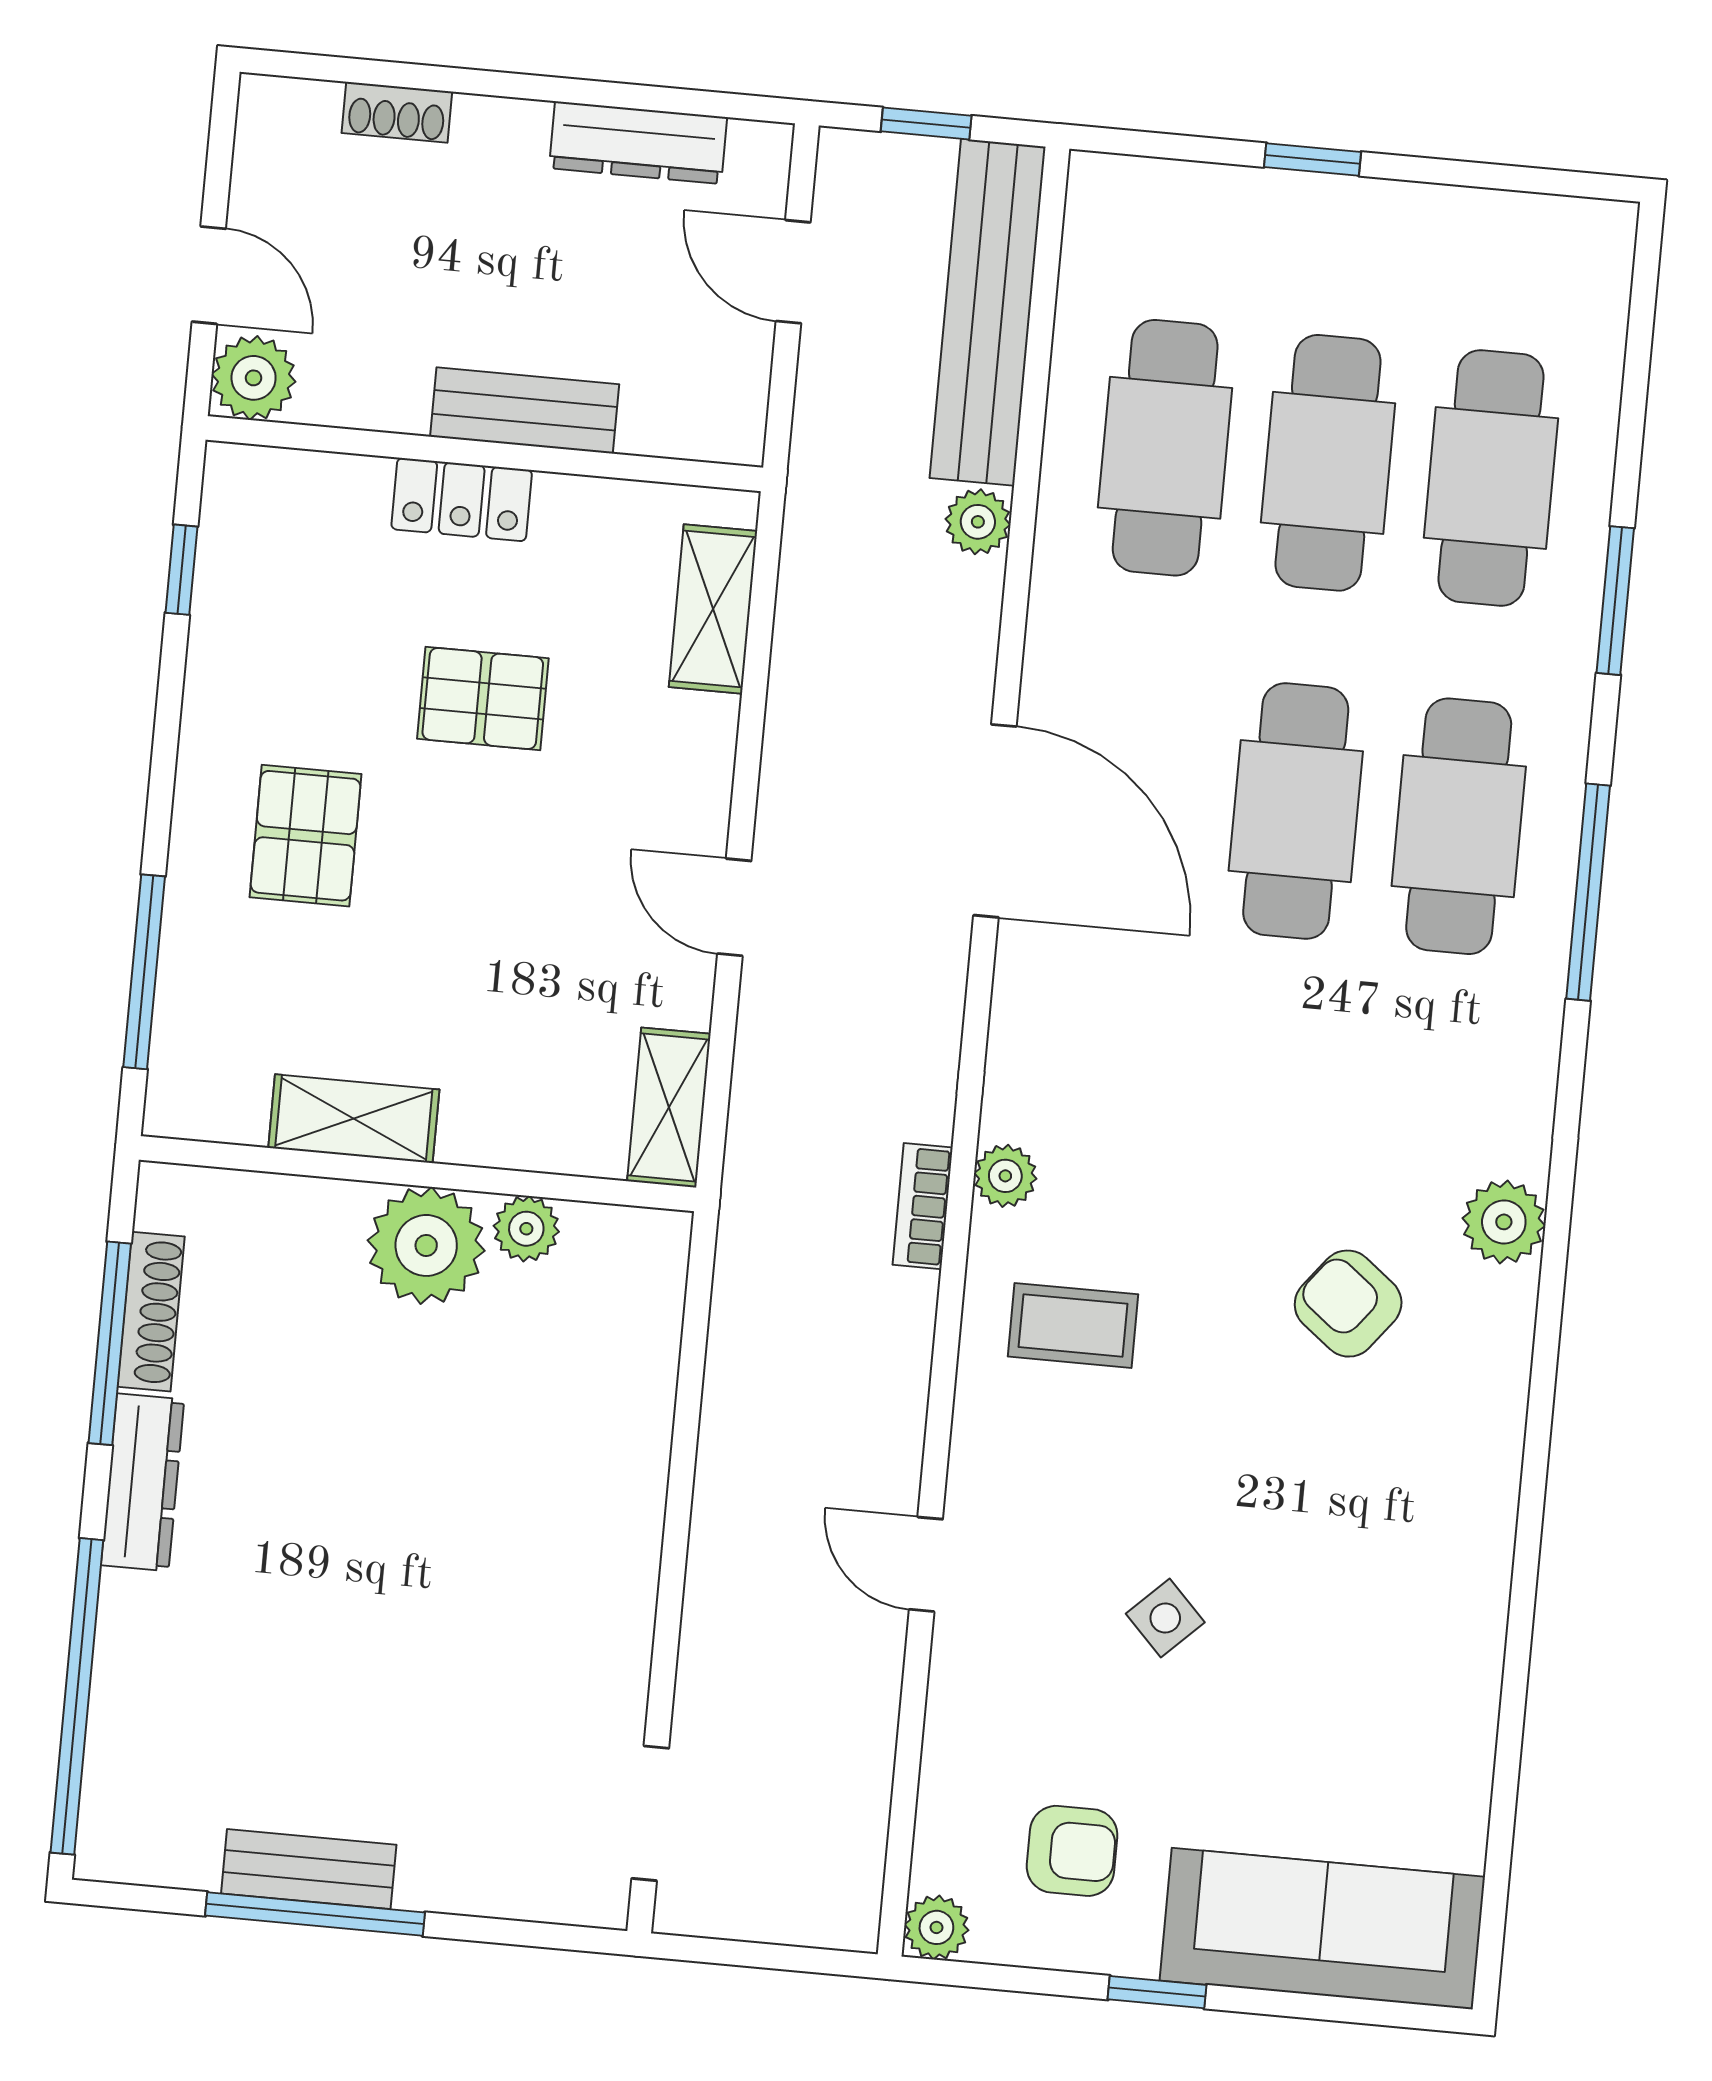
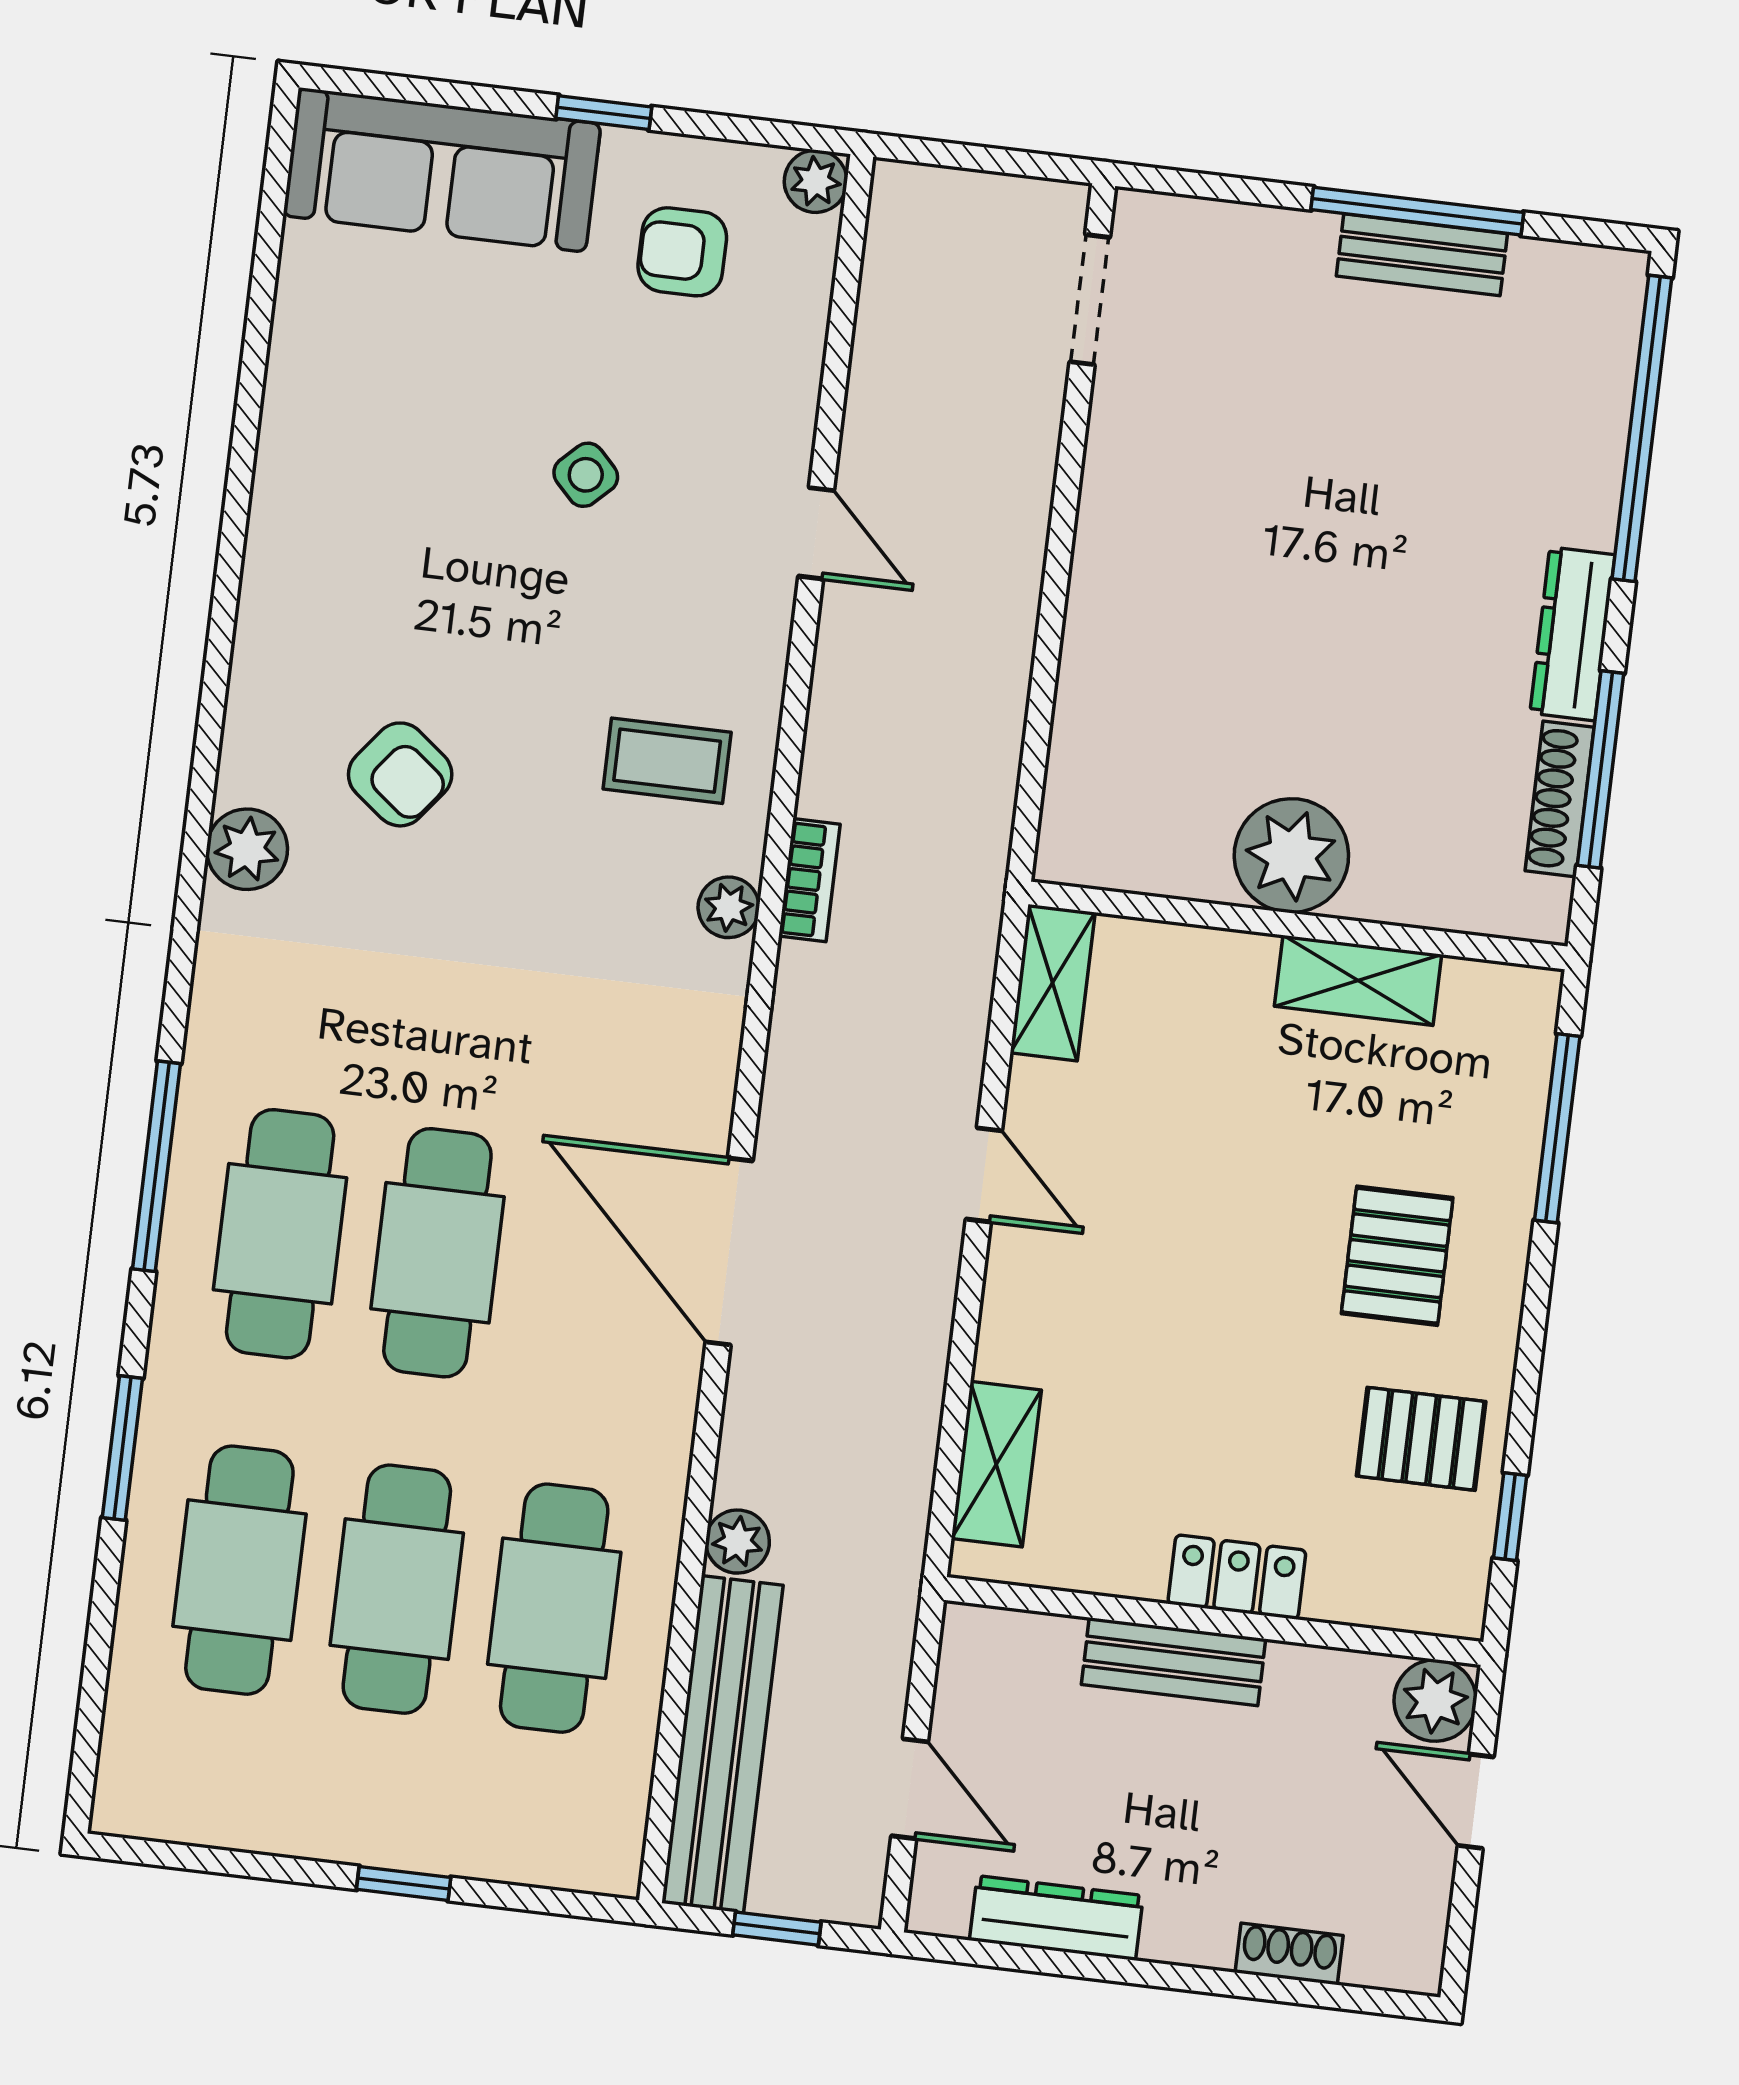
pallet: (483, 699) -> (1421, 1439), moved
plant: (526, 1229) -> (1194, 869), removed

